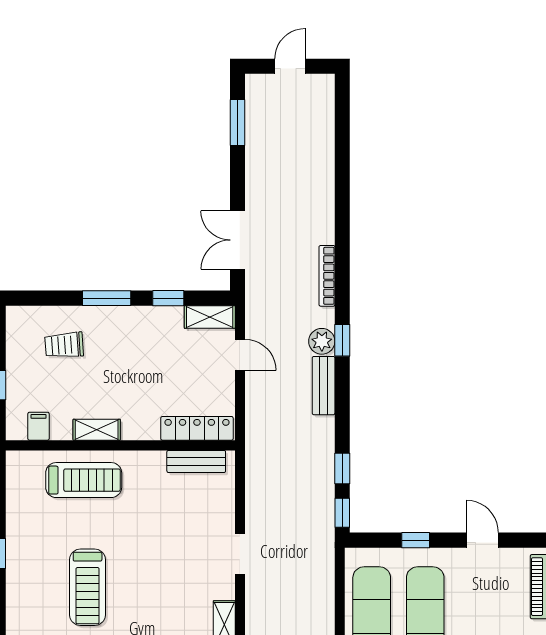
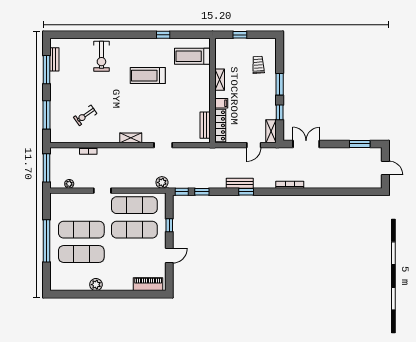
window: (342, 340) -> (246, 192), moved
plant: (322, 341) -> (162, 182), moved
filing cabinet: (38, 426) -> (221, 103), moved
treadmill: (84, 480) -> (192, 56), moved, turned 90

